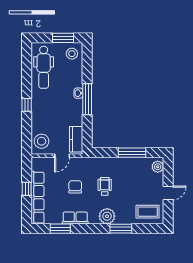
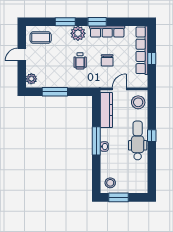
dental chair: (44, 67) -> (138, 140), moved
kitchen counter: (76, 139) -> (106, 110), width x1.50
row of seats: (75, 218) -> (107, 32), width x1.48
window: (60, 229) -> (97, 22), moved

